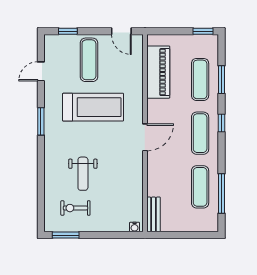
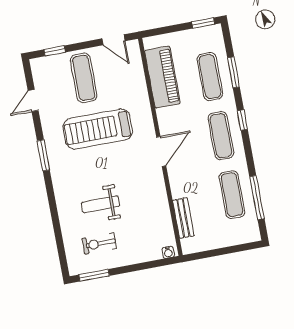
treadmill: (93, 107) -> (98, 129), turned 180
weight bench: (83, 174) -> (100, 204), turned 90
bench: (154, 214) -> (183, 218), moved

